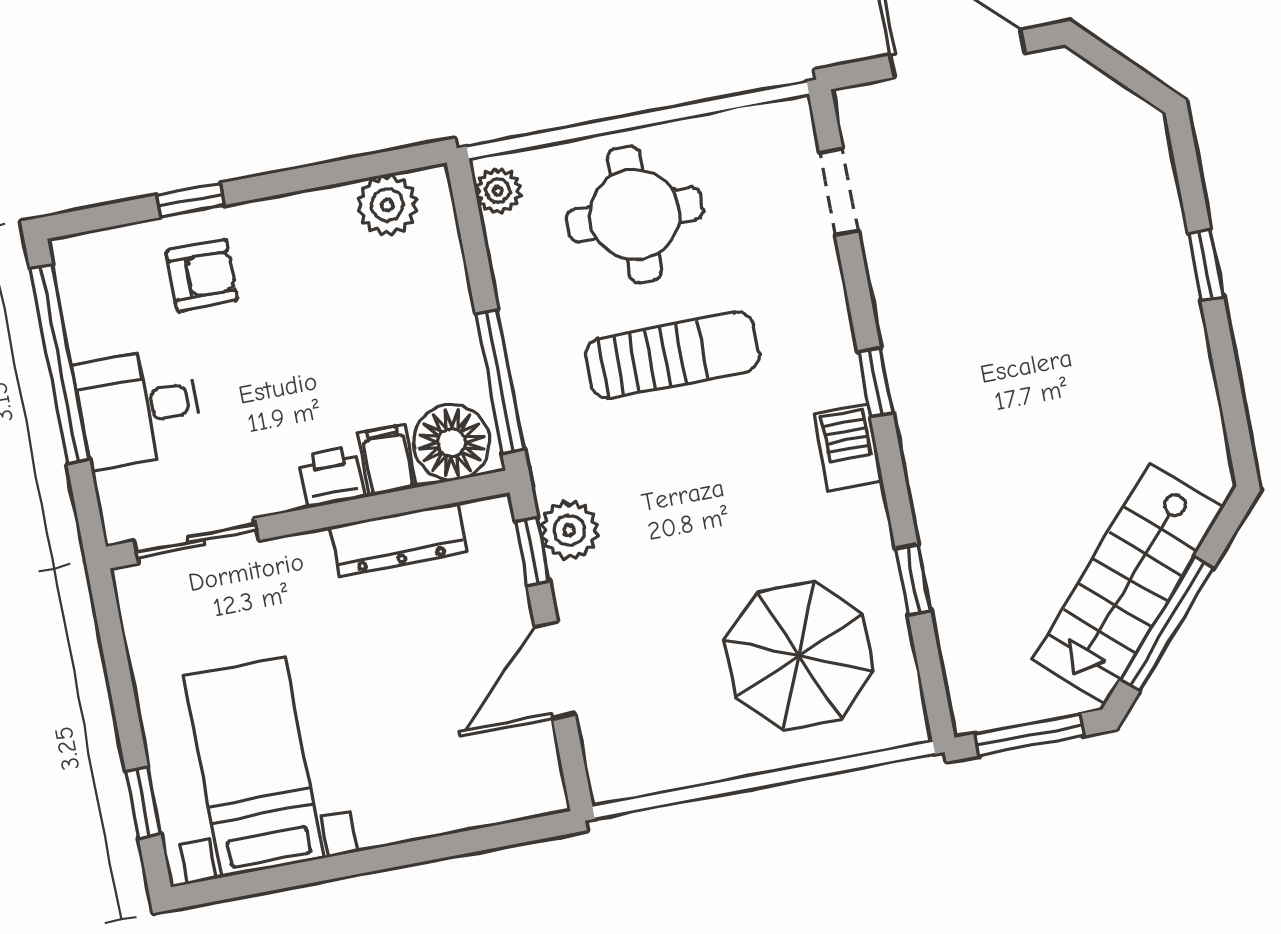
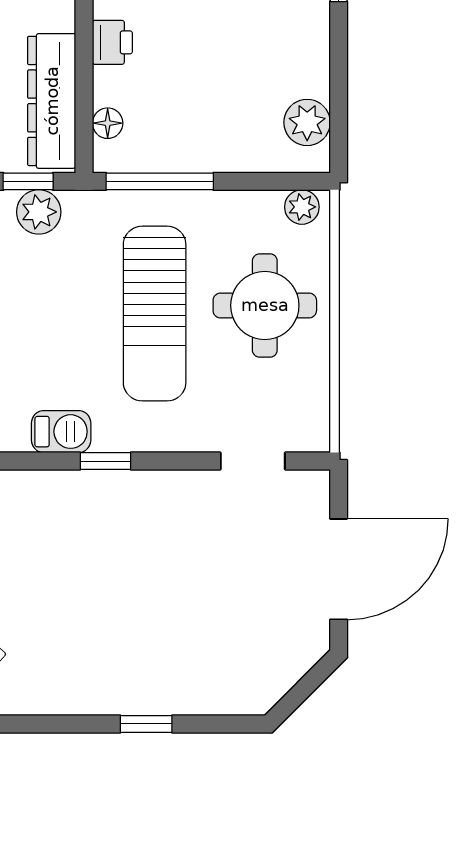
sun lounger: (672, 355) -> (155, 314), width x1.36, depth x1.34
floor lamp: (452, 442) -> (108, 123), width x0.53, depth x0.53
filing cabinet: (387, 460) -> (117, 86), removed
dresser: (398, 539) -> (52, 101), width x1.37, depth x1.24

